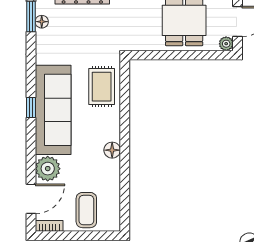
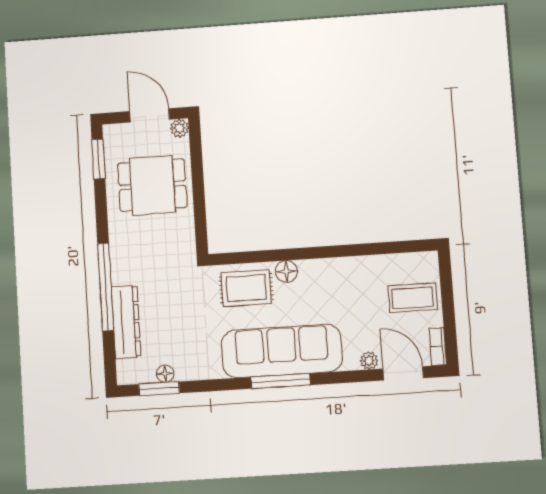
window: (31, 108) -> (281, 381), width x2.17
floor lamp: (112, 150) -> (286, 271), moved
plant: (48, 169) -> (369, 361), width x0.53, depth x0.53

